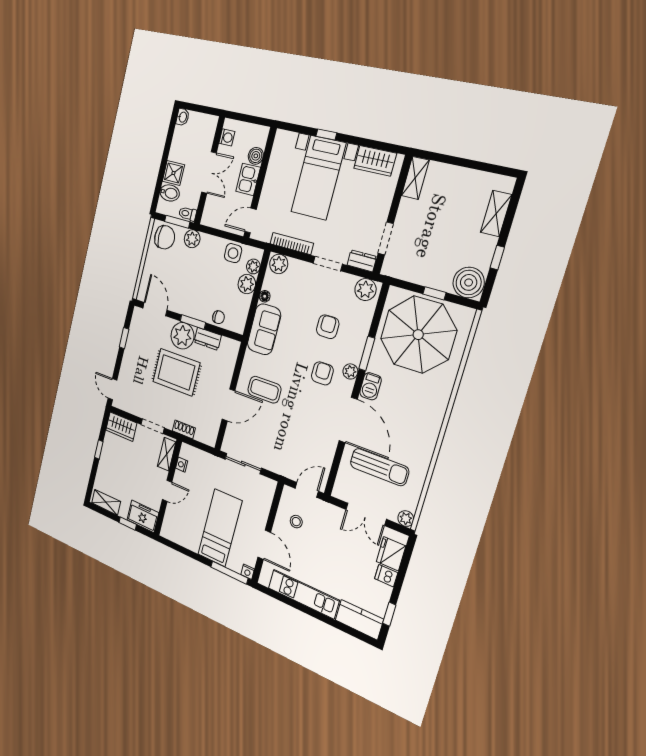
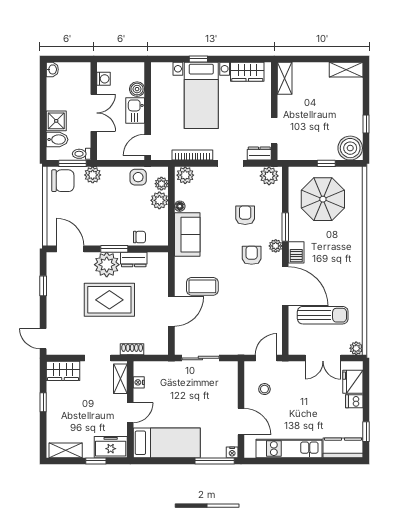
shelving: (496, 214) -> (346, 70), moved, turned 90
parasol: (418, 335) -> (323, 199), width x0.73, depth x0.73
bed: (220, 528) -> (167, 443), moved, turned 90

